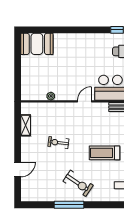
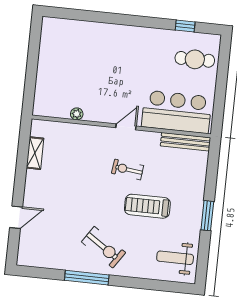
booth: (37, 44) -> (64, 34), removed
exercise bike: (58, 143) -> (128, 169), moved

